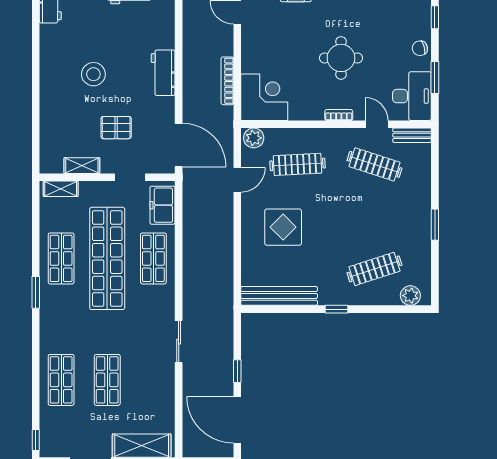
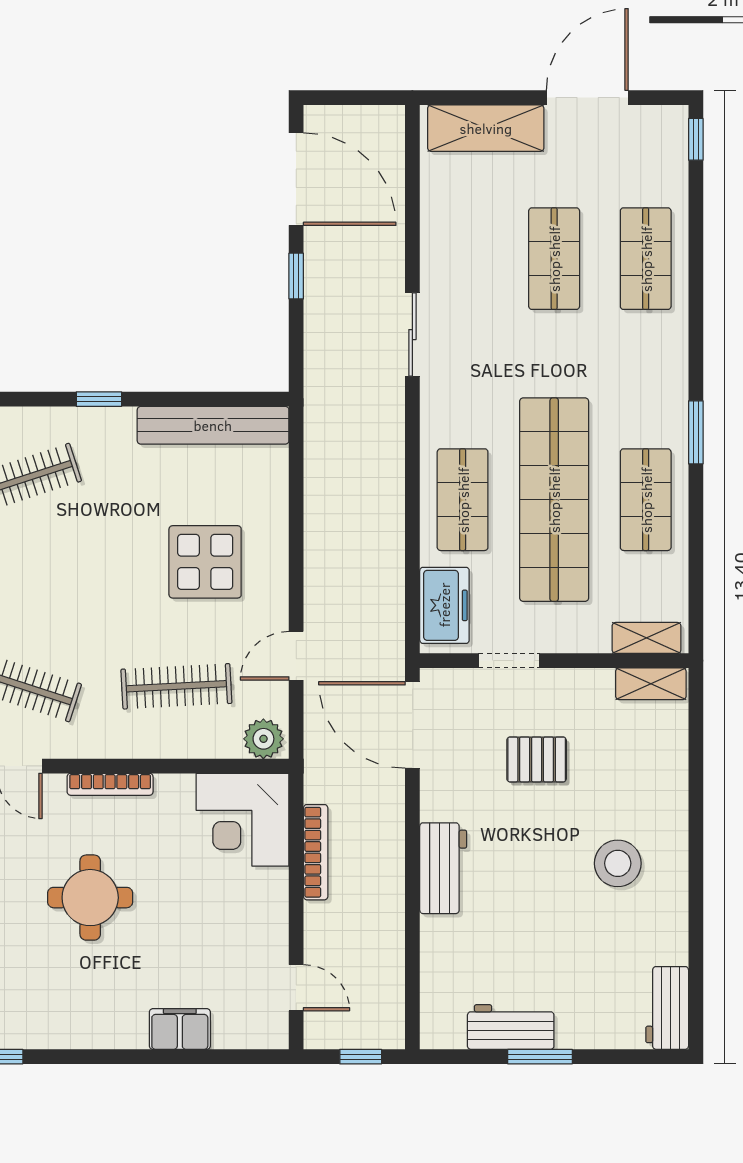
stool: (93, 74) -> (618, 863), moved
bookcase: (339, 115) -> (110, 784), width x1.56
shelving: (82, 166) -> (651, 684), moved

